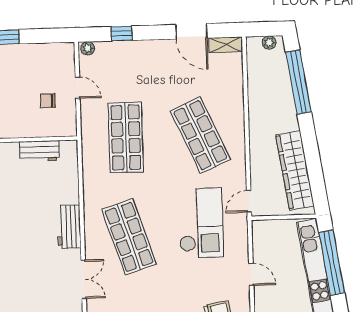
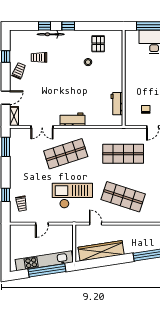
shop shelf: (200, 135) -> (123, 197), turned 42
door: (249, 201) -> (96, 224), moved
checkout: (201, 223) -> (72, 196), turned 180

